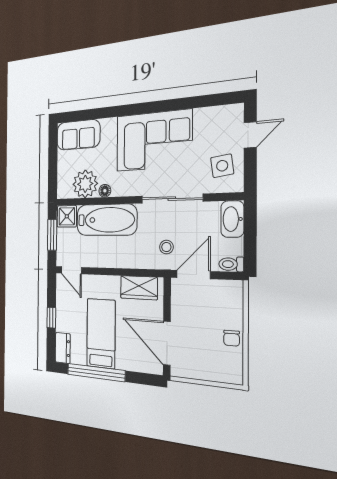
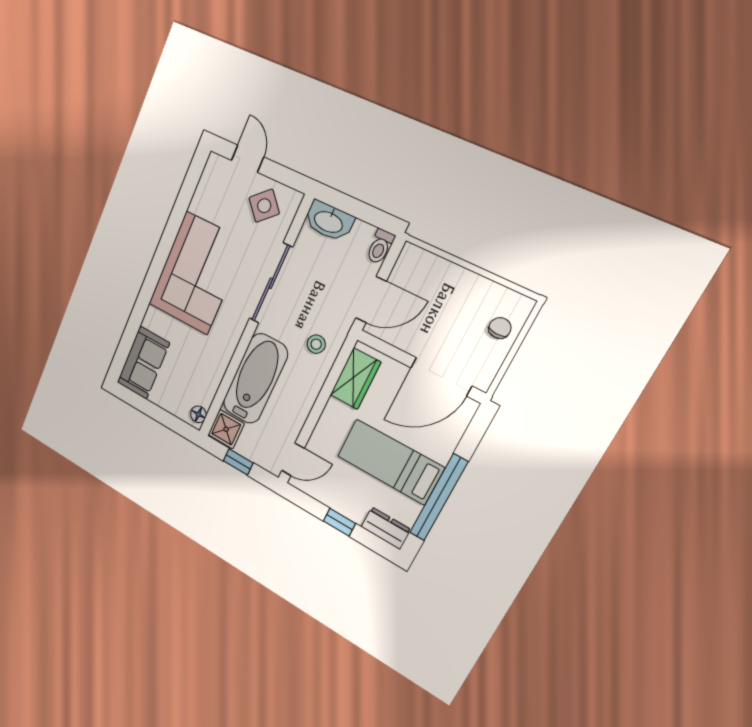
side table: (222, 166) -> (264, 206), turned -34
plant: (85, 184) -> (201, 384), removed
floor lamp: (105, 191) -> (198, 414), moved
window: (52, 235) -> (238, 462), width x0.67
stool: (166, 247) -> (316, 344), moved
door: (193, 274) -> (371, 300), swing flipped
chair: (232, 338) -> (500, 328), moved, turned -88

